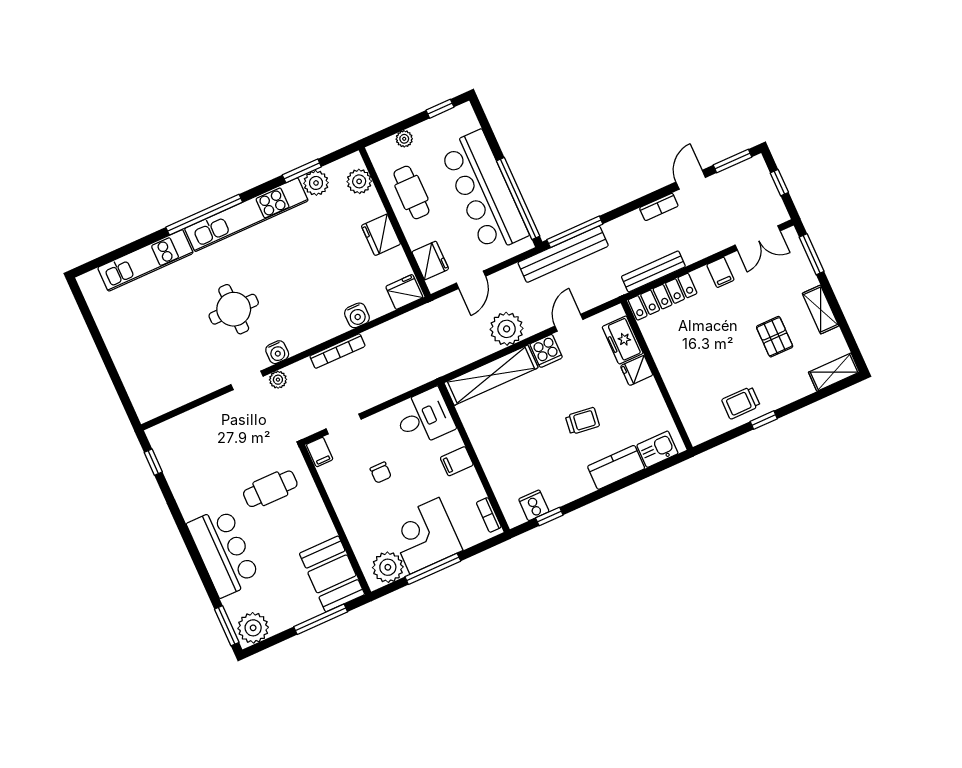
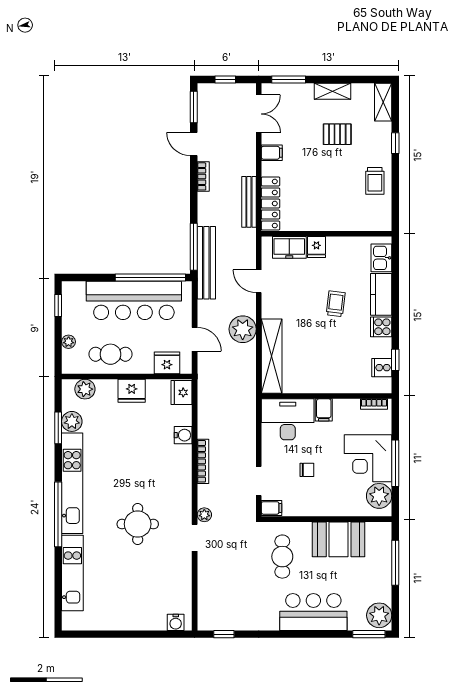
cooker: (546, 351) -> (381, 327), moved, turned 180
water cooler: (277, 352) -> (176, 622), moved, turned 90
desk: (424, 417) -> (288, 419), width x1.37
window: (764, 420) -> (395, 143), moved
booth: (332, 574) -> (339, 539), moved

